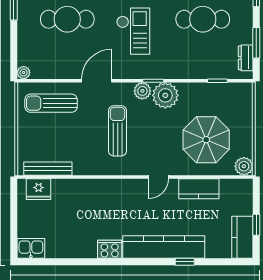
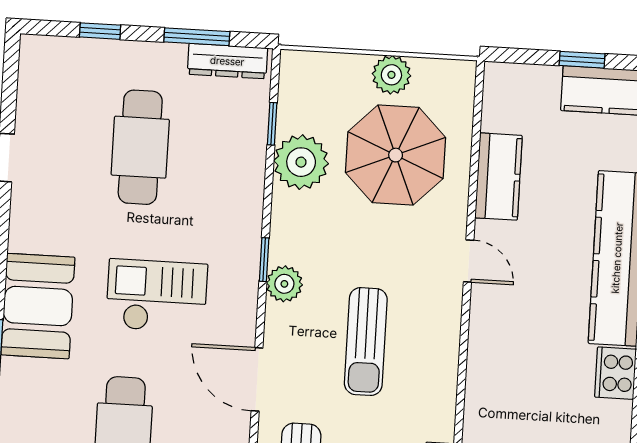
dresser: (246, 58) -> (227, 61), width x1.44
plant: (165, 95) -> (301, 162), moved
sun lounger: (118, 131) -> (366, 342), turned -90
plant: (244, 166) -> (391, 75), moved

